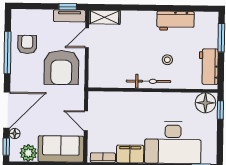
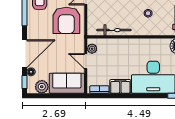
bicycle: (148, 81) -> (114, 30), moved
plant: (94, 105) -> (92, 49), added

